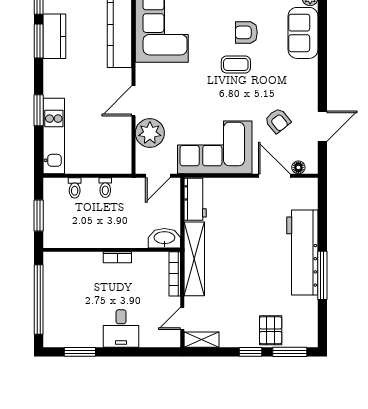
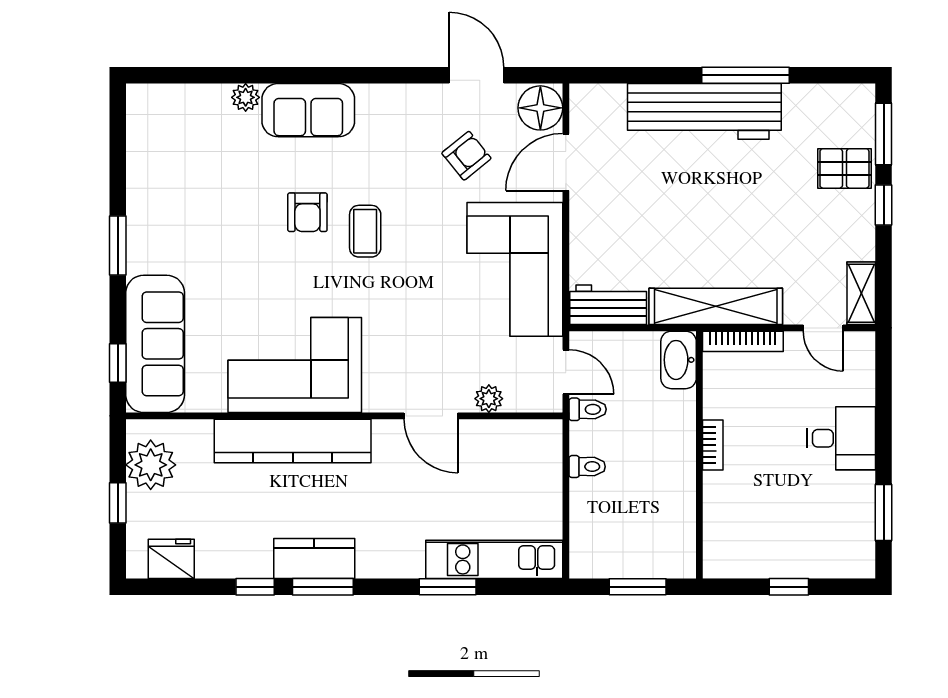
plant: (150, 133) -> (489, 399), width x0.53, depth x0.53
floor lamp: (298, 167) -> (540, 108), width x1.89, depth x1.89
toilet: (75, 188) -> (588, 409), moved
window: (39, 299) -> (789, 587), width x0.32

